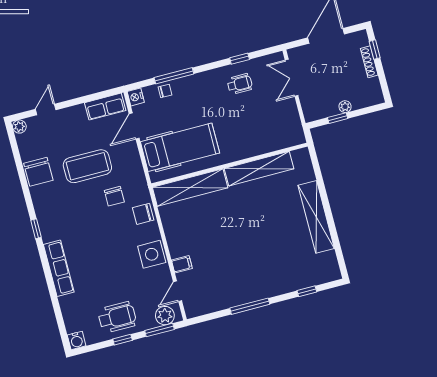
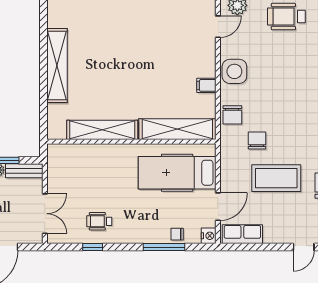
bench: (321, 112) -> (24, 171), added
chair: (143, 214) -> (232, 115), turned 90
filing cabinet: (182, 264) -> (206, 85), moved

